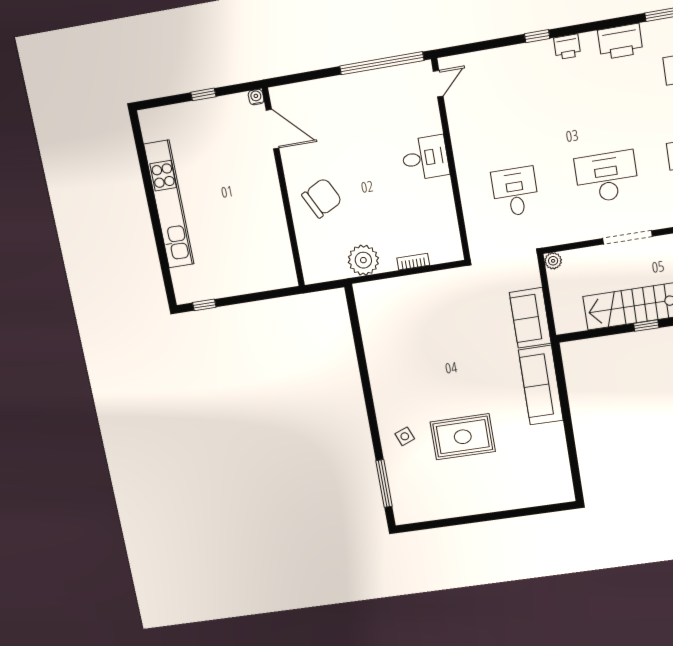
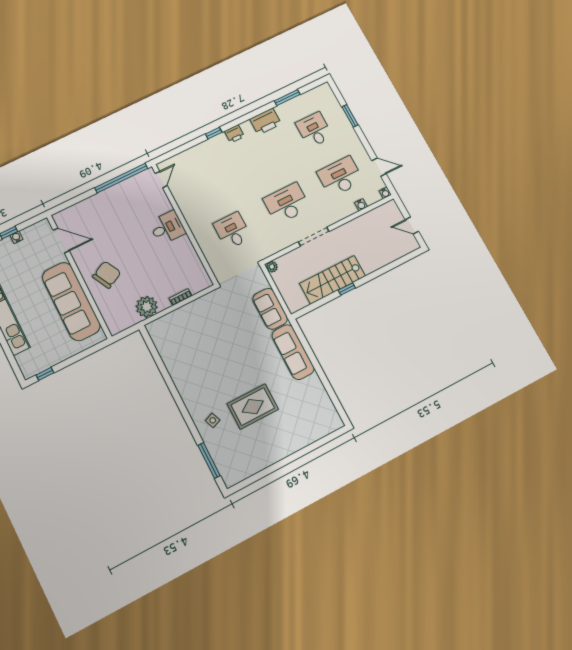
water cooler: (256, 97) -> (16, 237), moved
sofa: (264, 219) -> (71, 301), added

